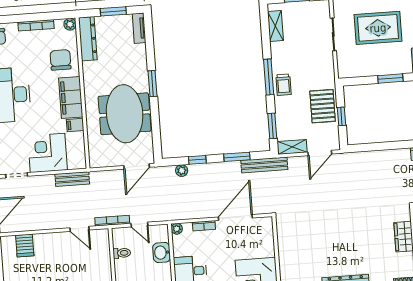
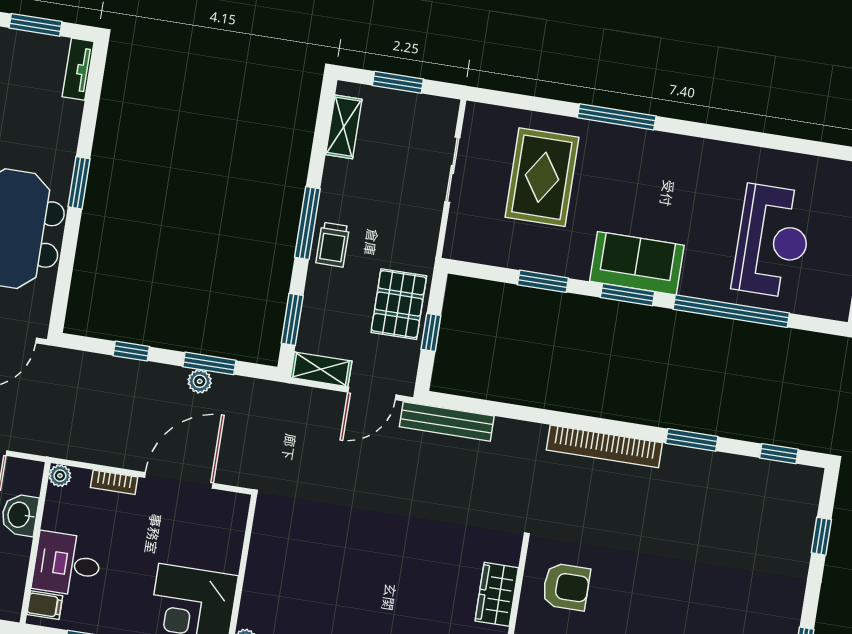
rug: (378, 28) -> (542, 177), turned 90
bench: (264, 165) -> (447, 421), moved
plant: (182, 171) -> (200, 381), moved

